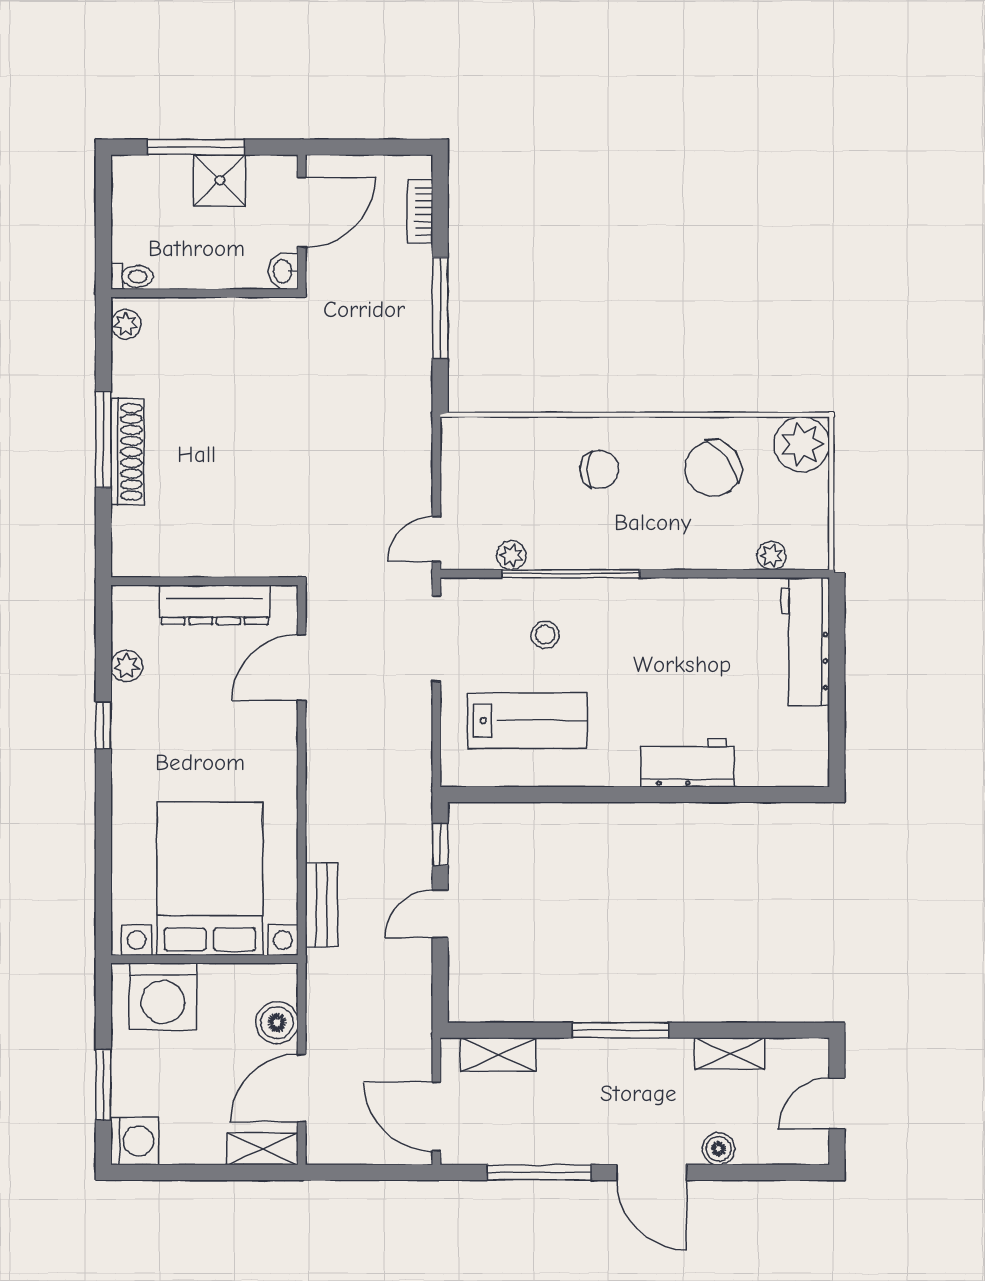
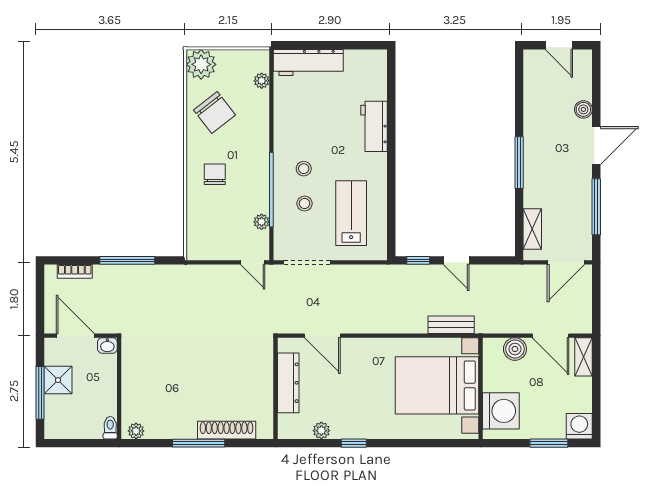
shoe rack: (127, 452) -> (227, 430), moved
stool: (609, 633) -> (304, 169), added
shelving: (730, 1054) -> (532, 103), removed

